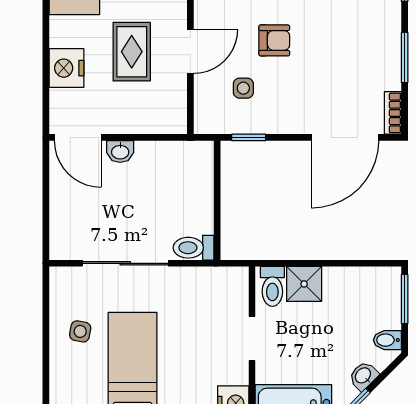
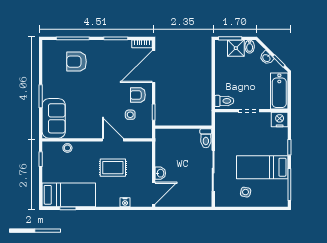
armchair: (274, 40) -> (138, 95), moved, turned -90
nightstand: (66, 68) -> (125, 202), width x0.53, depth x0.56
door: (345, 137) -> (154, 67), swing flipped
shower: (304, 284) -> (236, 48), moved

